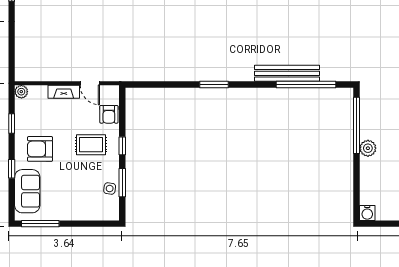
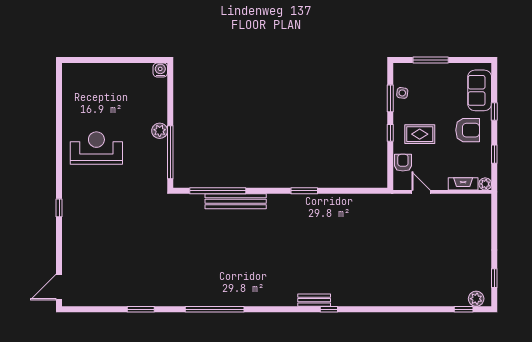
fireplace: (64, 92) -> (463, 184), moved
window: (40, 224) -> (431, 60), moved

